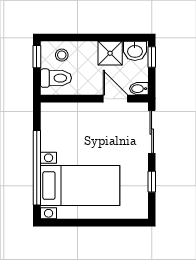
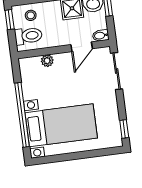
door: (115, 99) -> (82, 47), swing flipped
plant: (74, 109) -> (47, 61), added
window: (152, 182) -> (124, 129), moved

